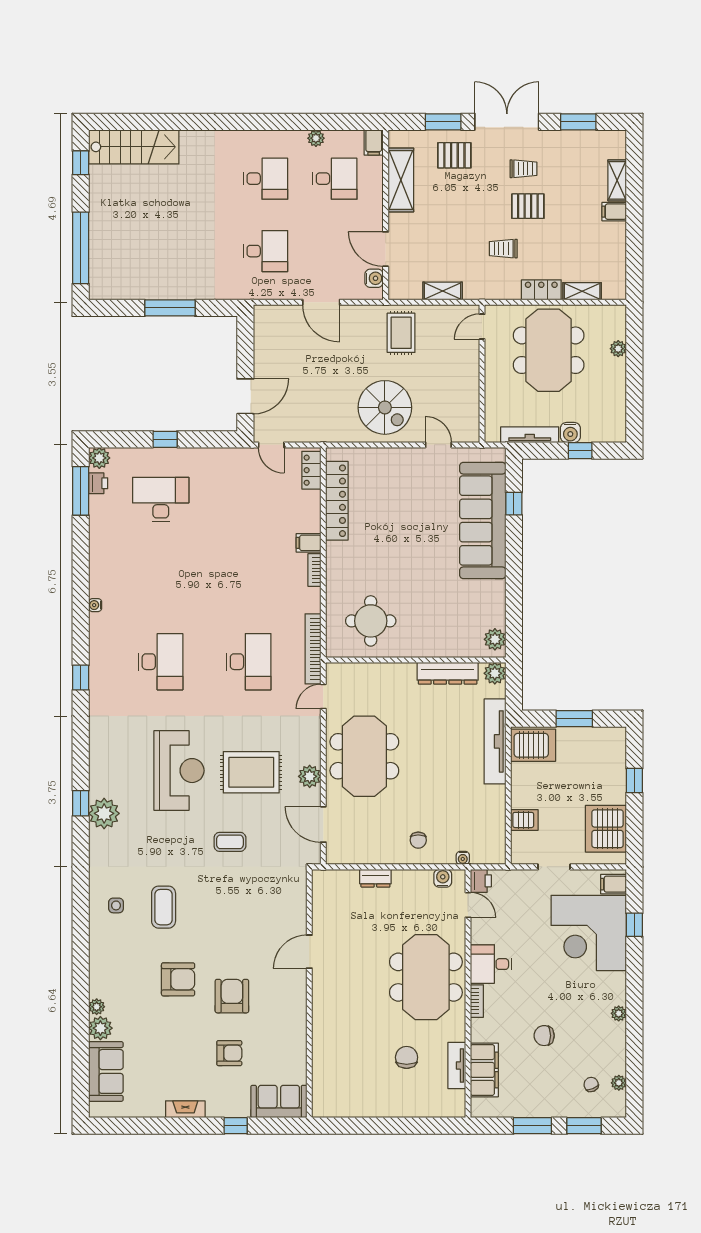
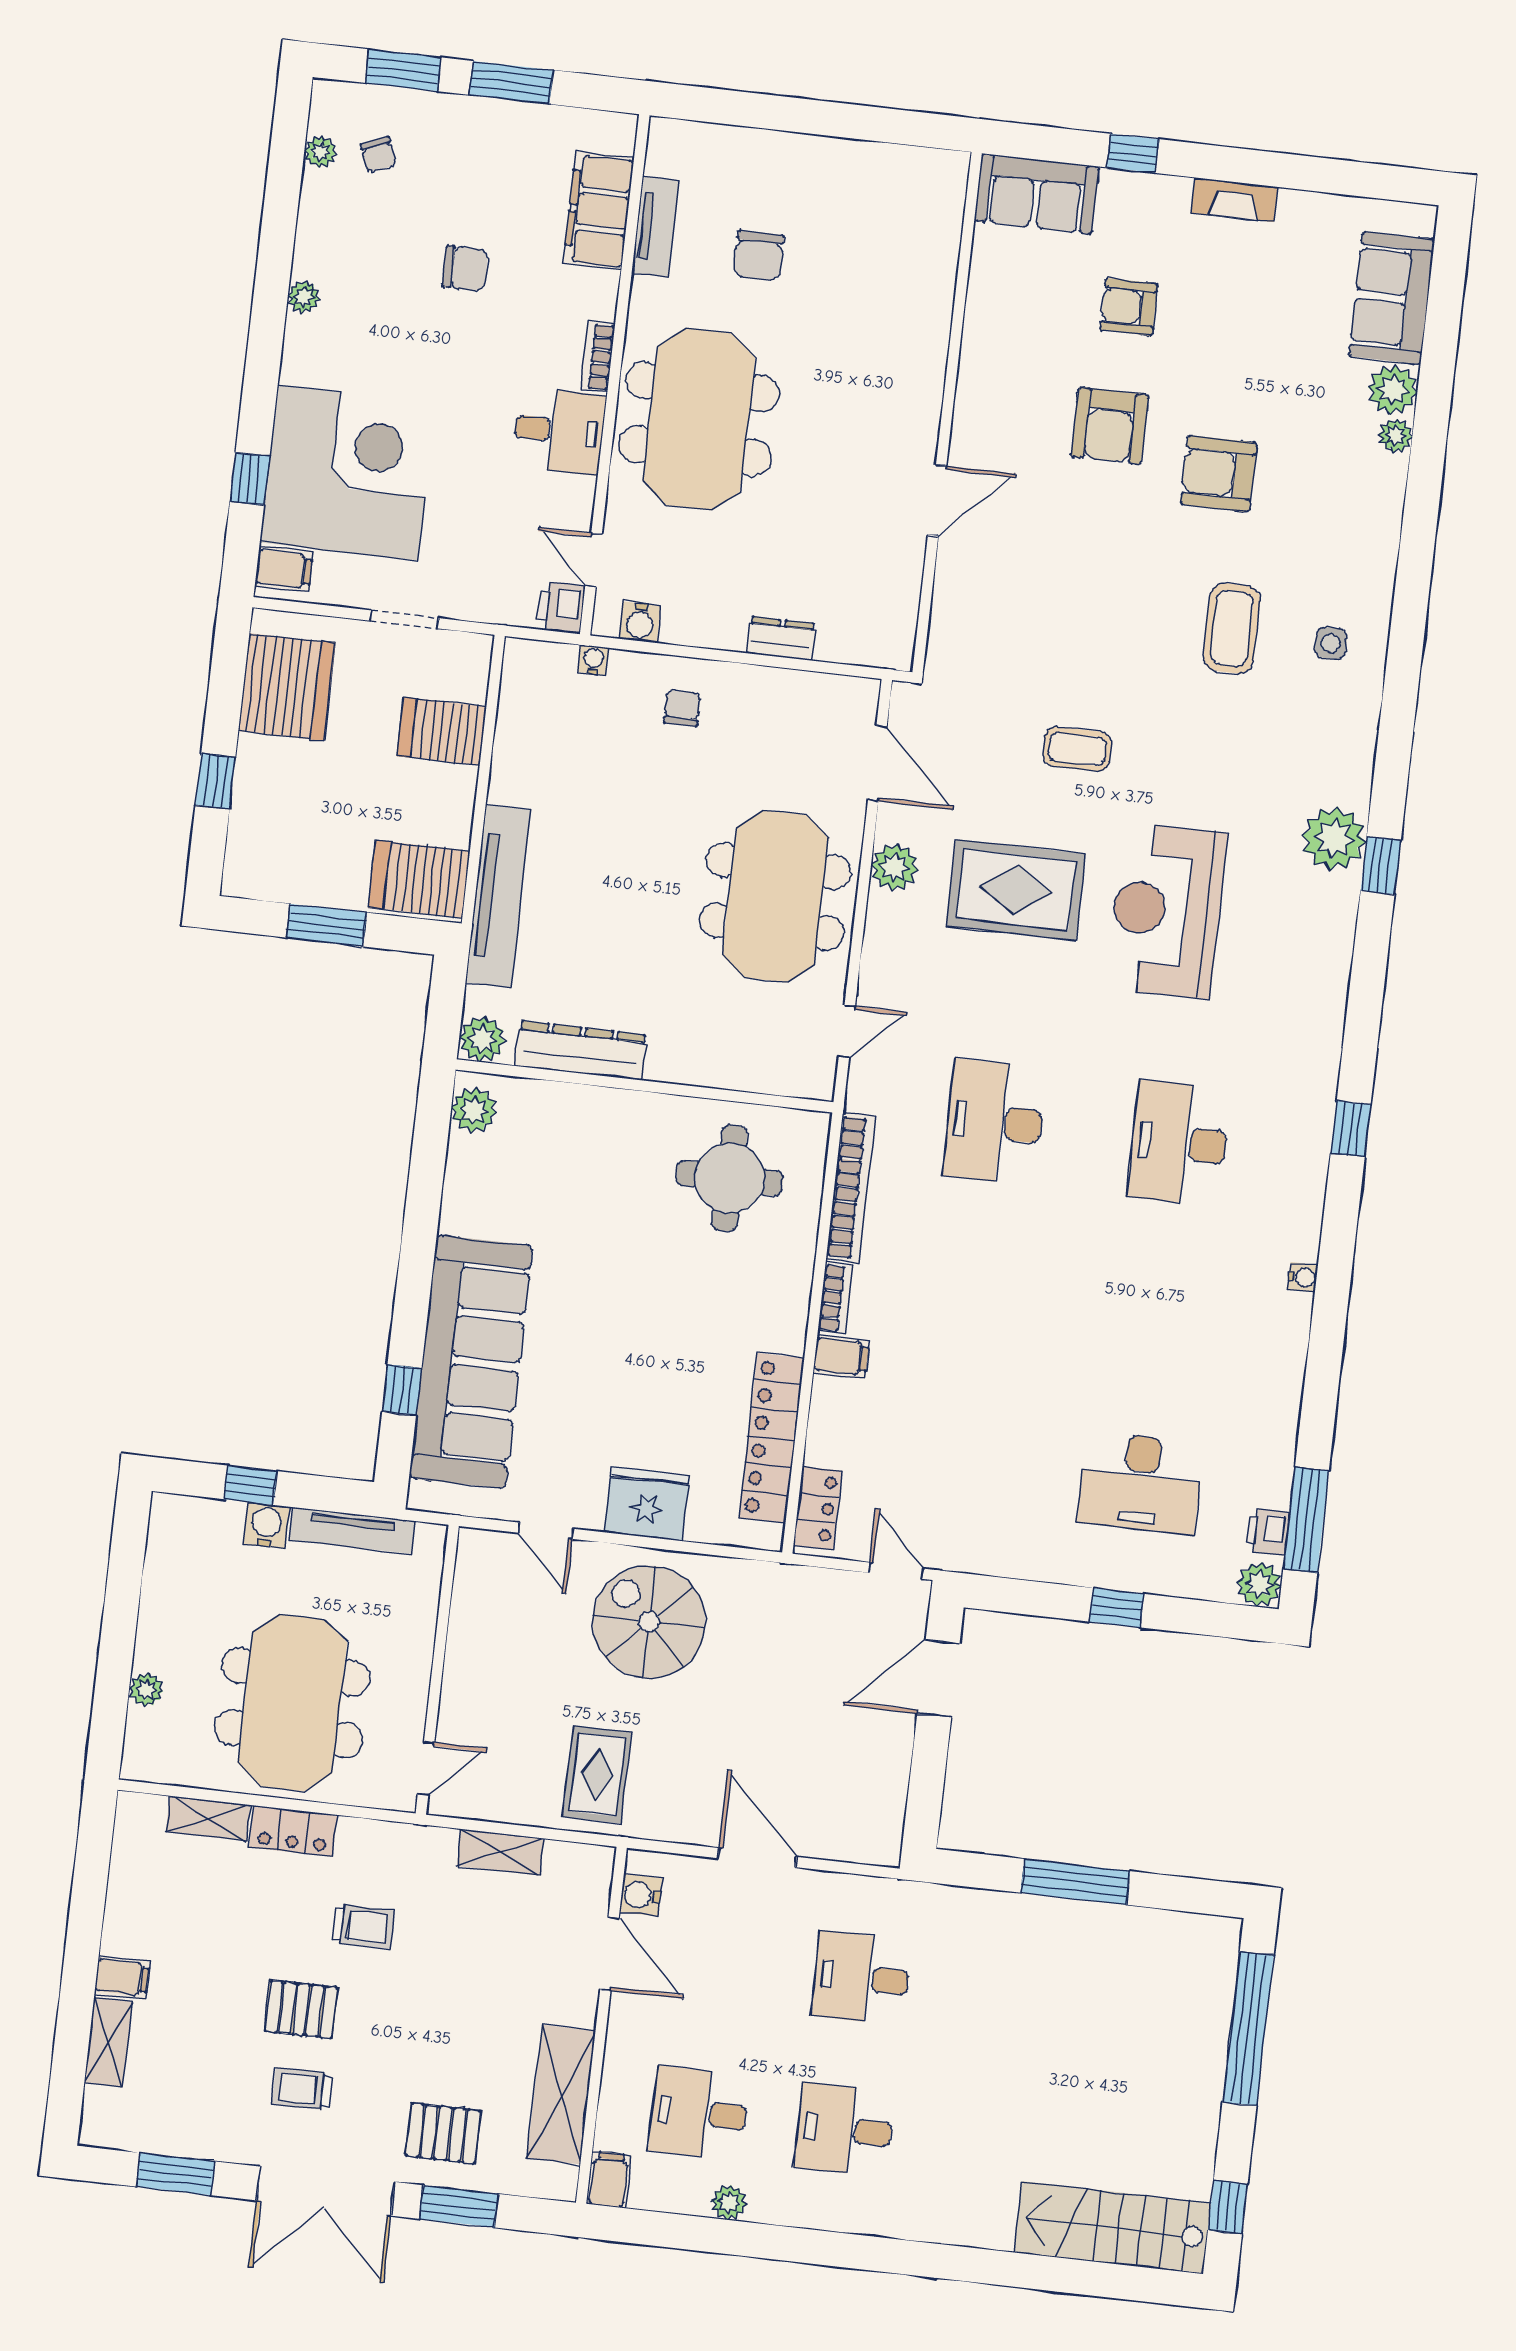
fridge: (392, 463) -> (647, 1504), added
bookcase: (313, 649) -> (851, 1188), moved
server rack: (524, 820) -> (442, 731), width x1.36, depth x1.44

